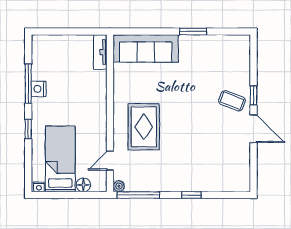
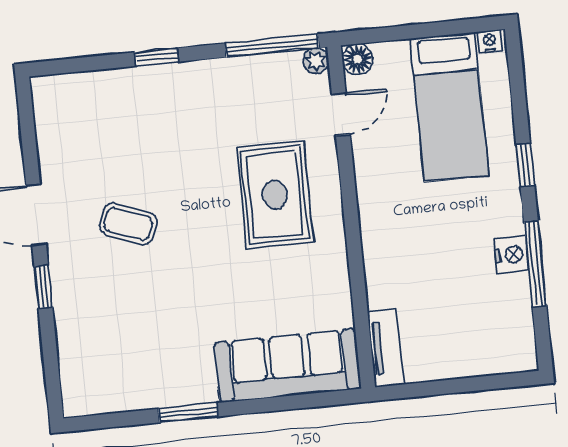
coffee table: (232, 101) -> (128, 224), moved
floor lamp: (83, 185) -> (358, 59), moved

